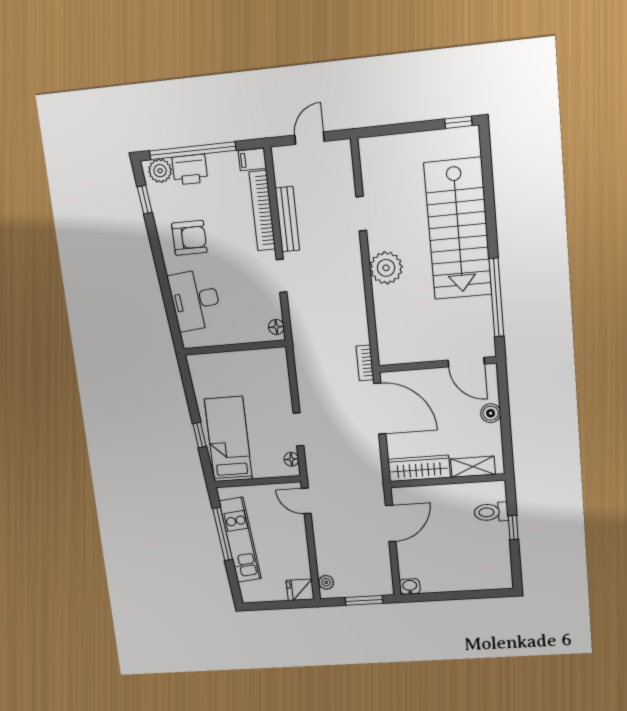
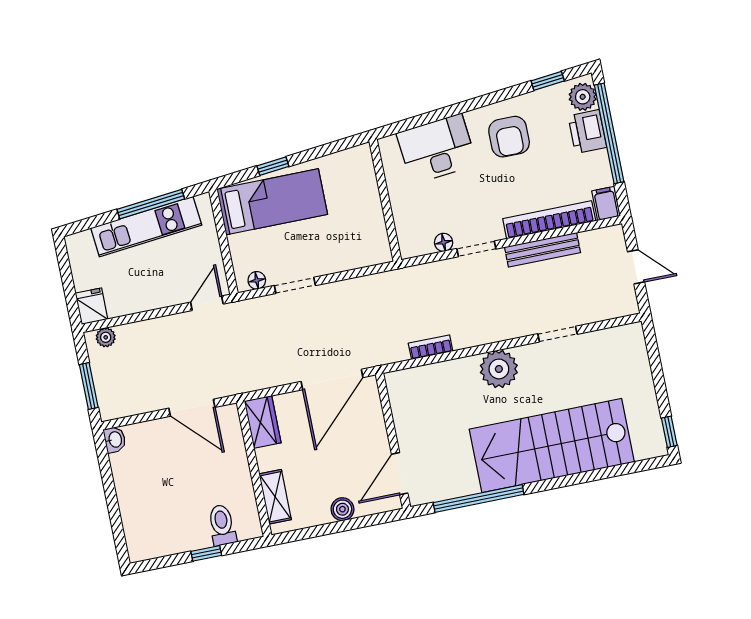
floor lamp: (276, 327) -> (444, 242), moved
bookcase: (365, 363) -> (431, 347), moved
wardrobe: (419, 468) -> (263, 422), width x0.67

